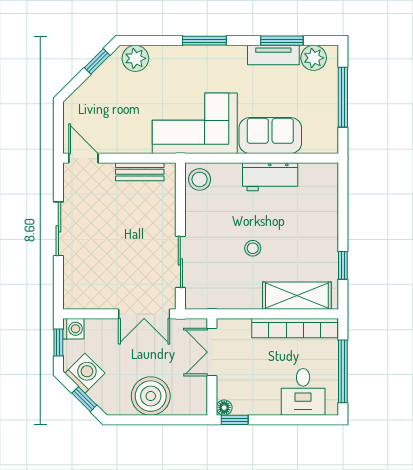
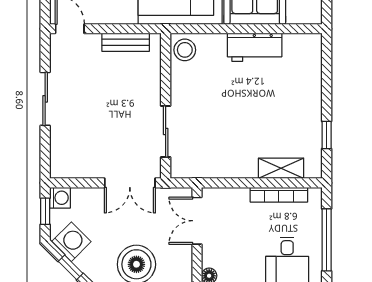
stool: (253, 248) -> (237, 118), removed
shelving: (297, 296) -> (281, 168), width x0.67, depth x0.75
bookcase: (295, 328) -> (279, 195), width x0.68, depth x0.76

